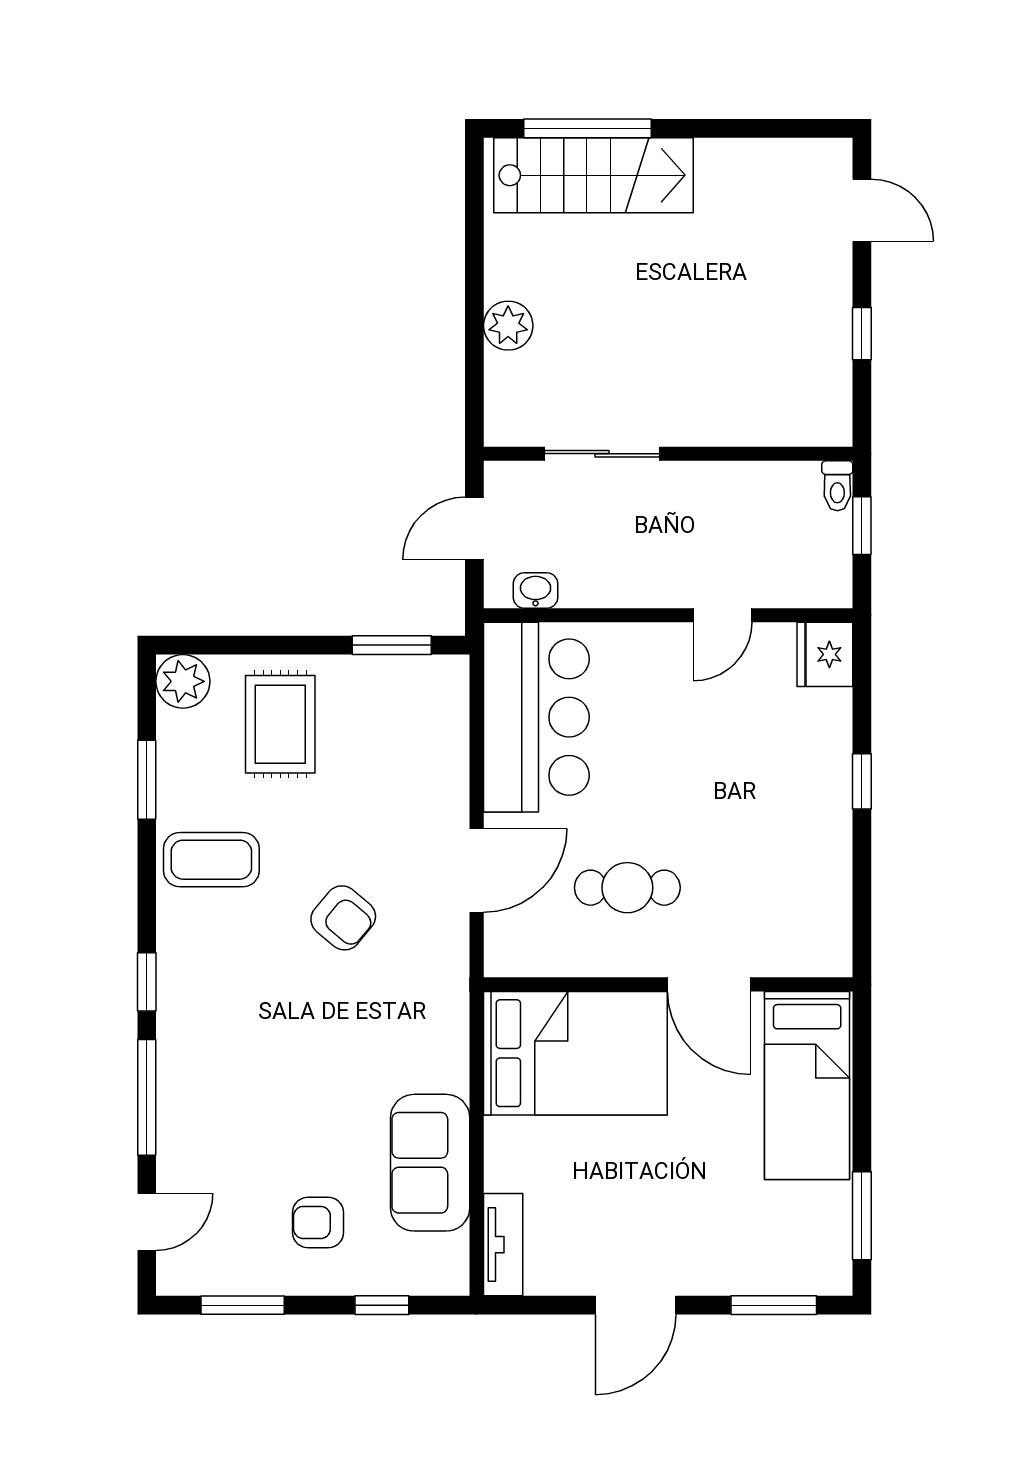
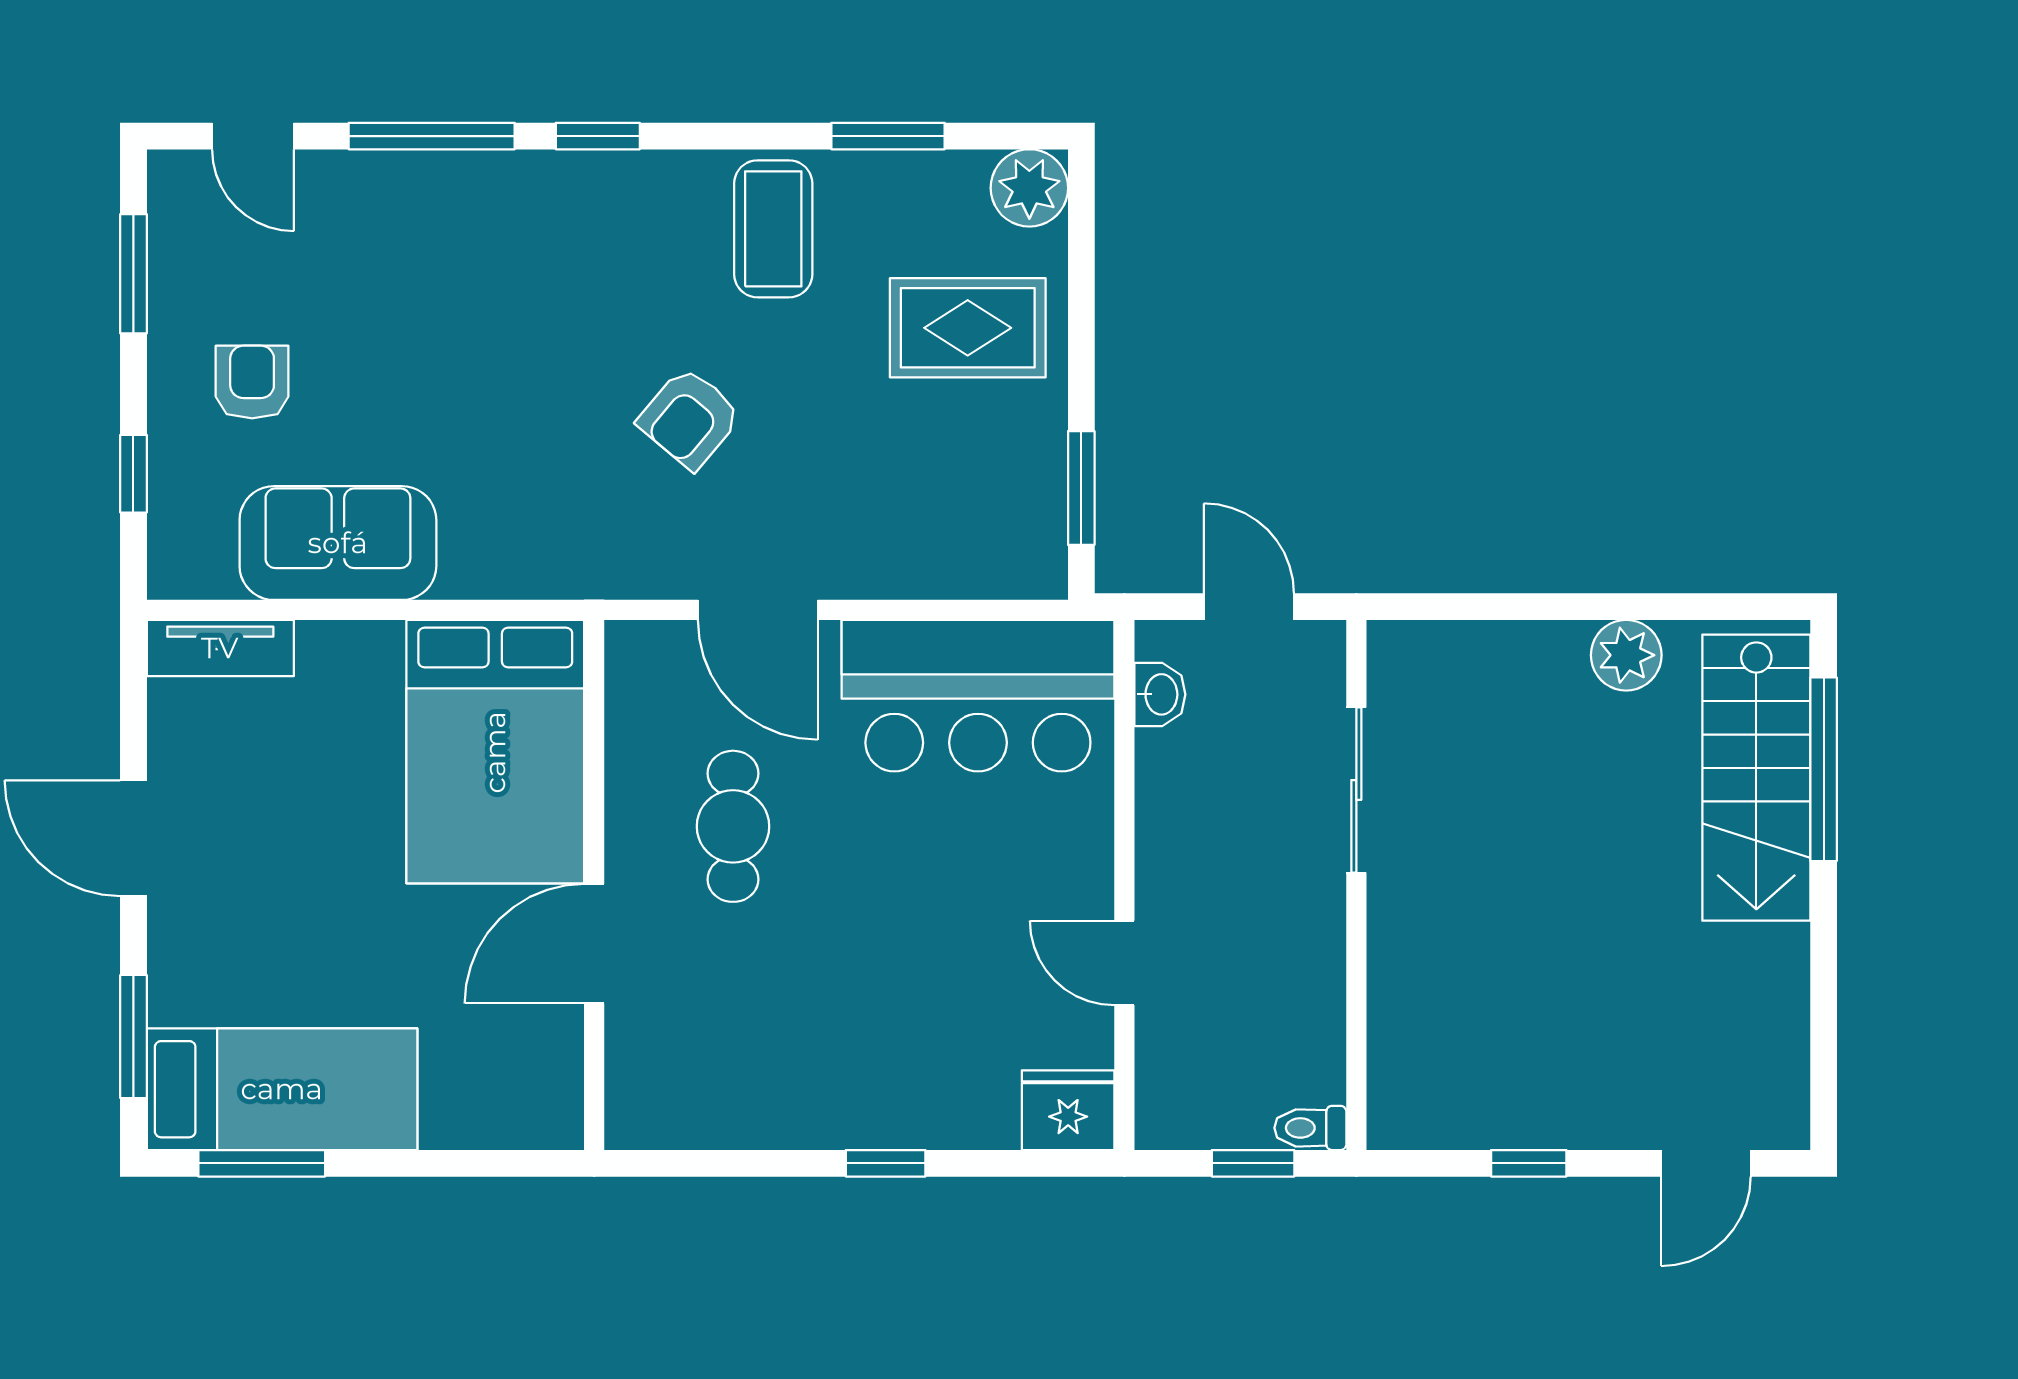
plant: (508, 326) -> (1626, 655), moved
bed: (807, 1085) -> (282, 1089), moved, turned 180

